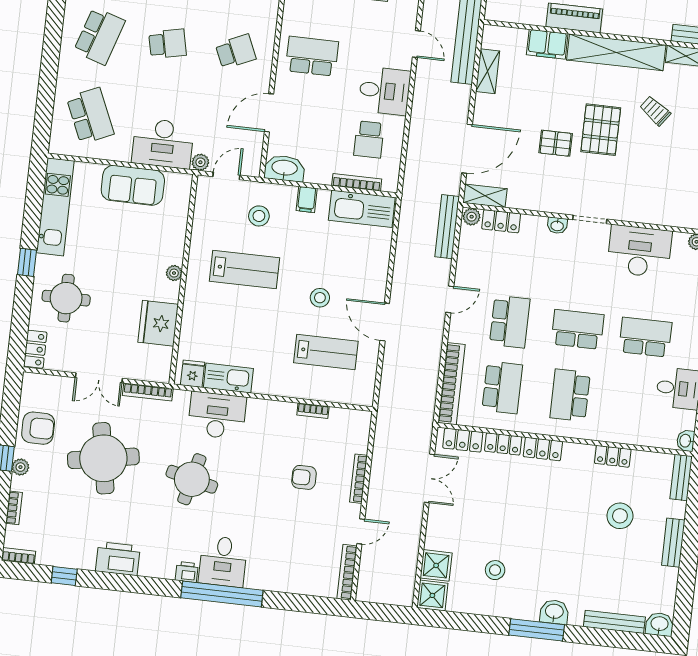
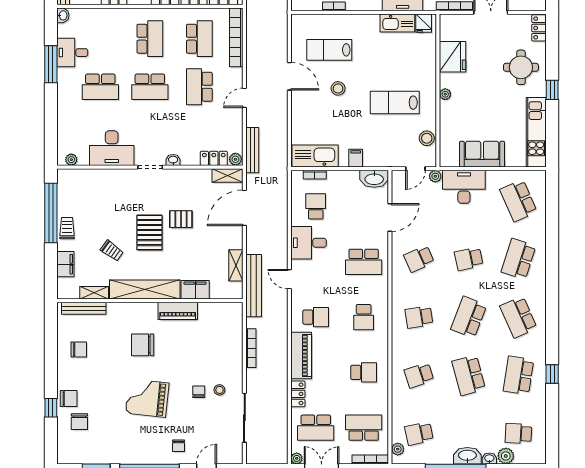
bookcase: (357, 182) -> (315, 175), width x0.64
stool: (259, 216) -> (427, 138), moved
school desk: (502, 387) -> (199, 39), turned 180

